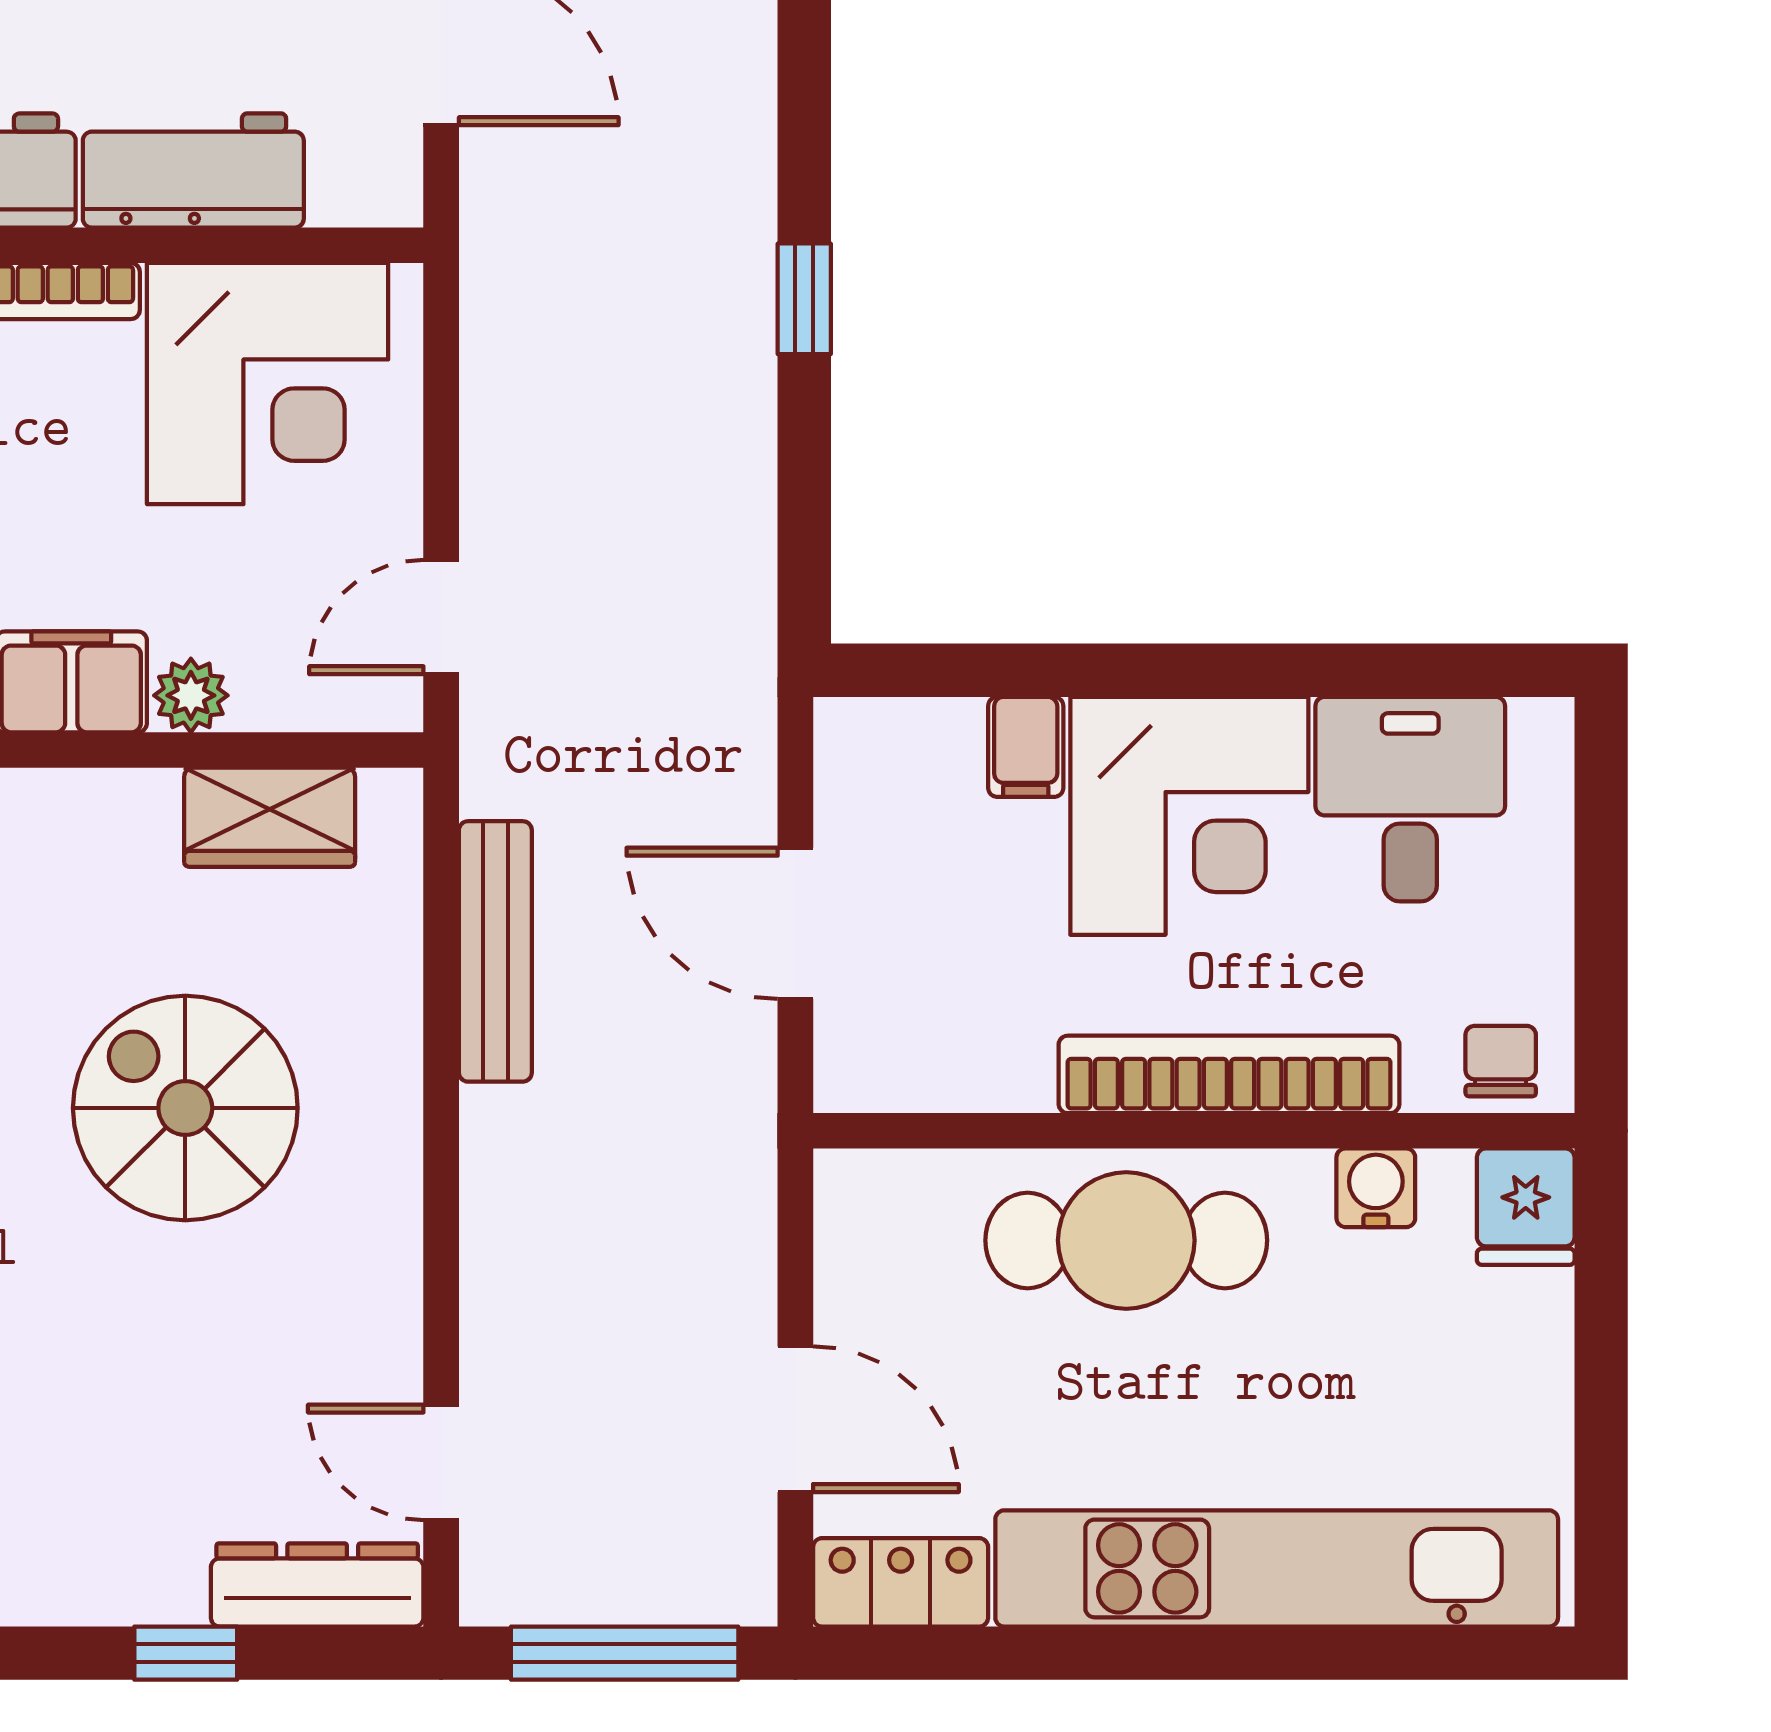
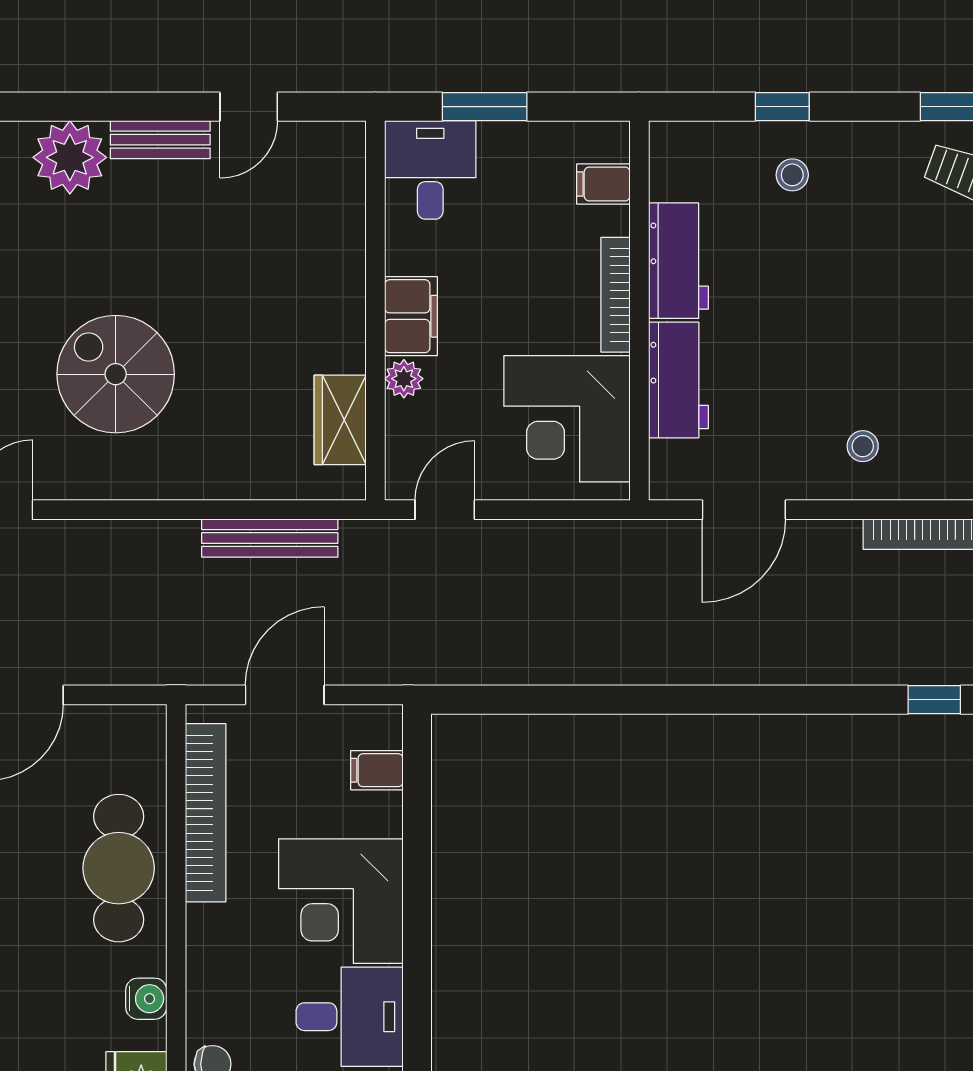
window: (804, 299) -> (611, 700), removed
door: (441, 617) -> (445, 510), hinge flipped
filing cabinet: (1026, 747) -> (377, 770), moved
bookcase: (1229, 1074) -> (206, 813), moved
spiral stairs: (185, 1108) -> (116, 374), moved, turned -90

